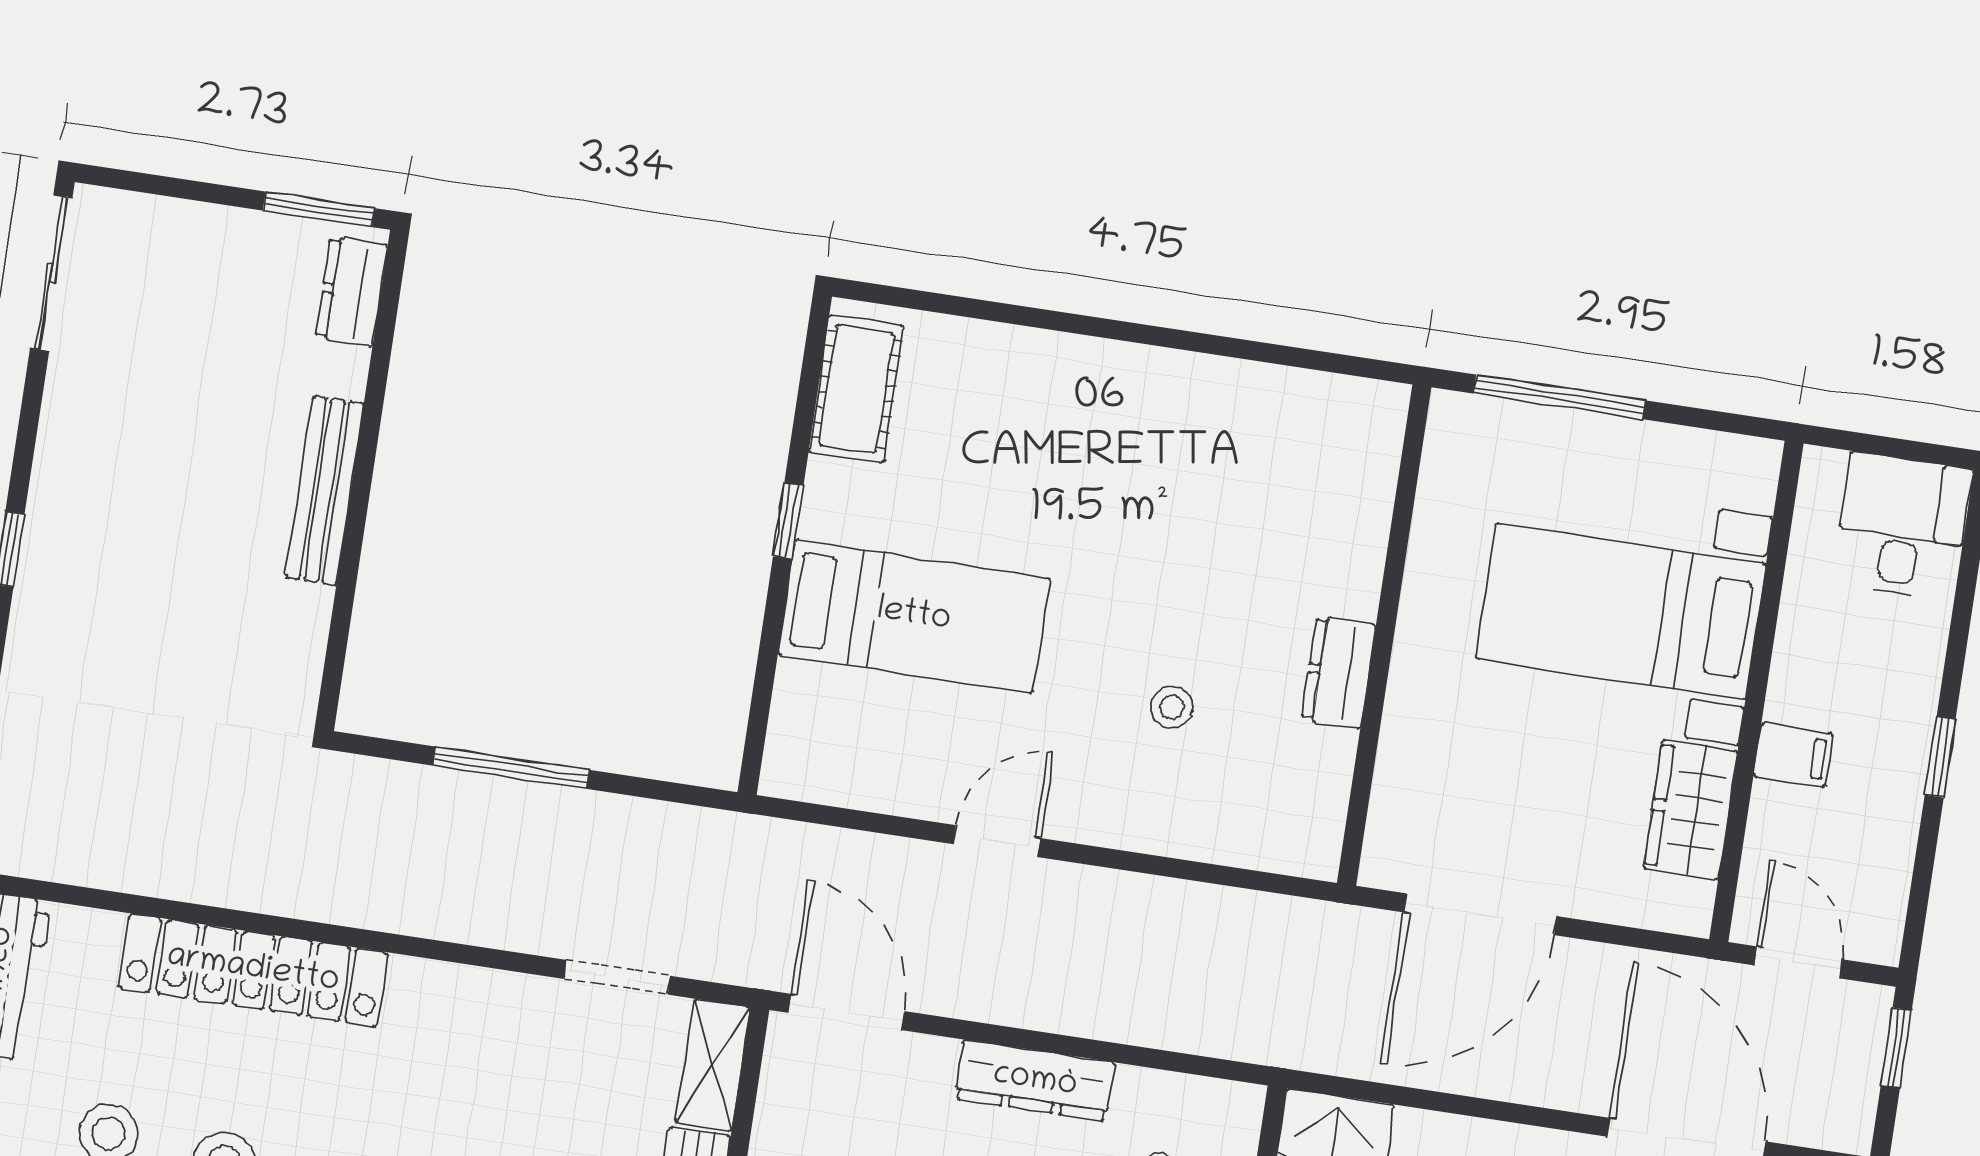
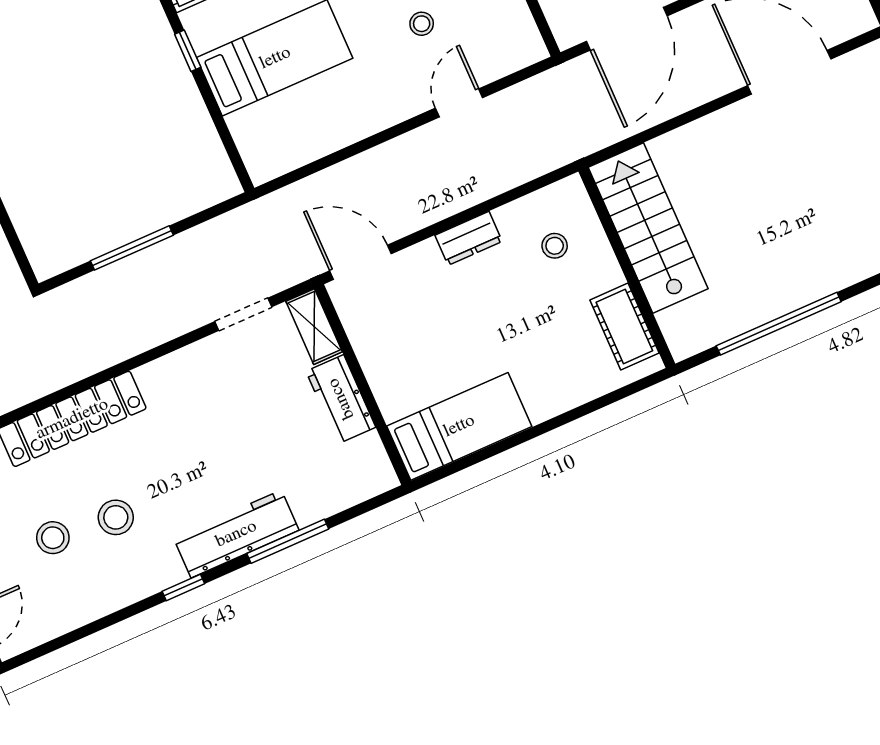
door: (997, 841) -> (459, 103), moved
dresser: (1035, 1081) -> (469, 238), width x0.70

